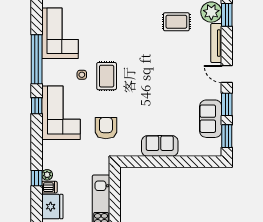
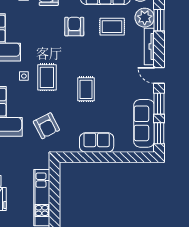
armchair: (136, 22) -> (74, 27), added
rug: (148, 89) -> (86, 89), added
sofa: (211, 119) -> (144, 123), width x1.36
armchair: (106, 128) -> (46, 126), turned 153

